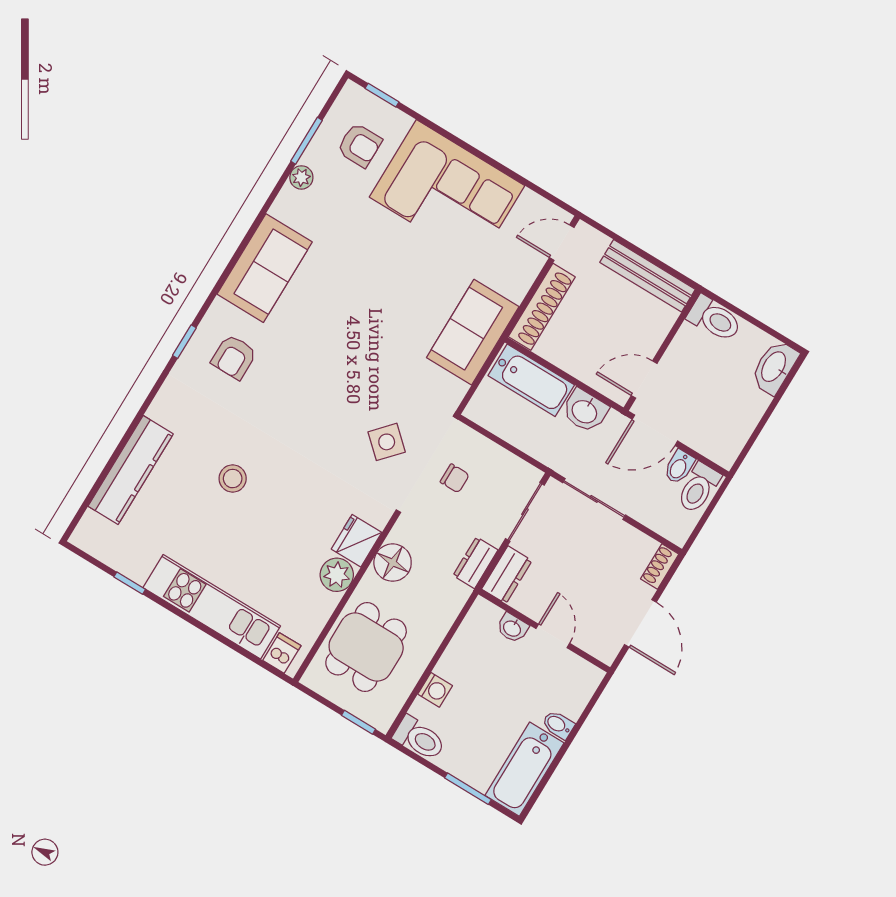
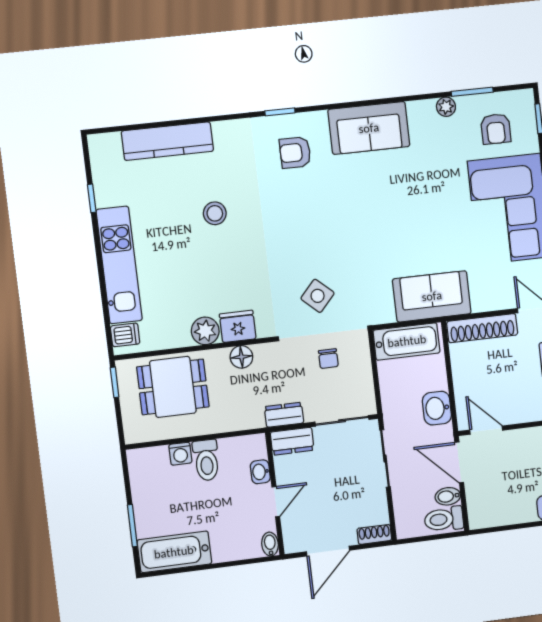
bathtub: (531, 380) -> (407, 341), moved, turned -90
floor lamp: (393, 563) -> (241, 357), width x0.73, depth x0.73
window: (358, 722) -> (115, 382), moved
bidet: (558, 725) -> (270, 544), moved
toilet: (419, 738) -> (206, 460), moved

